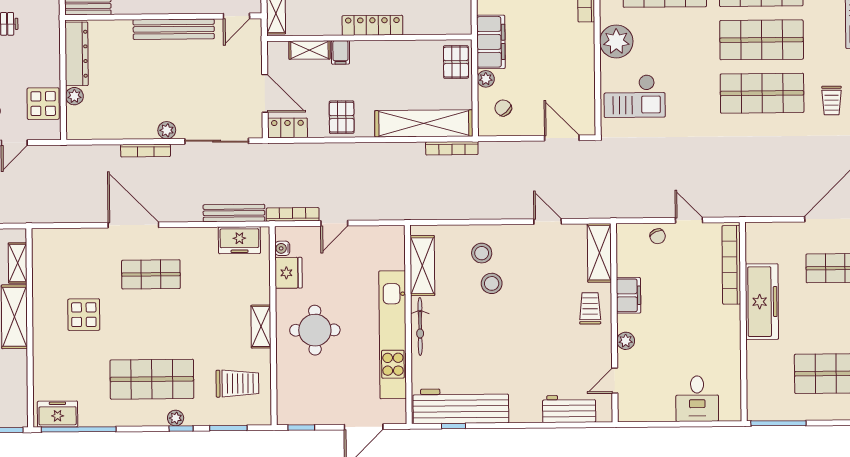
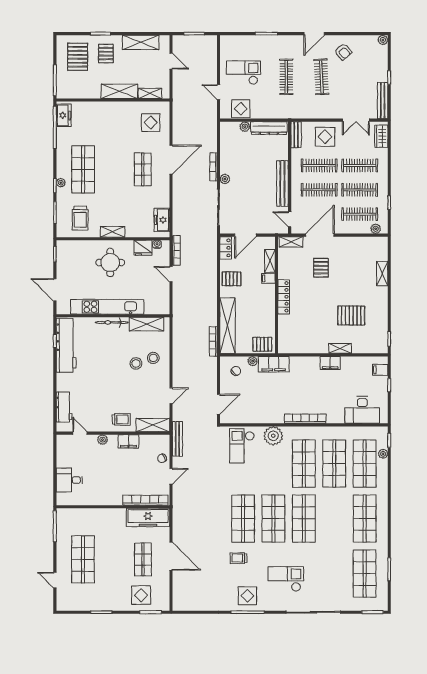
bench: (234, 213) -> (177, 439), moved
freezer: (762, 302) -> (148, 517), moved
display table: (84, 315) -> (151, 123), moved

